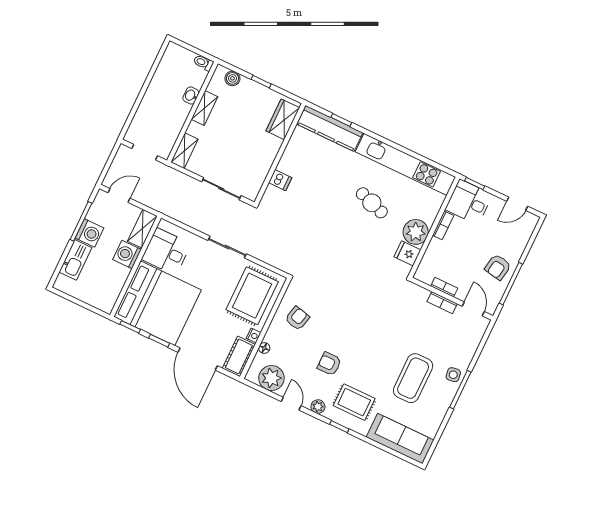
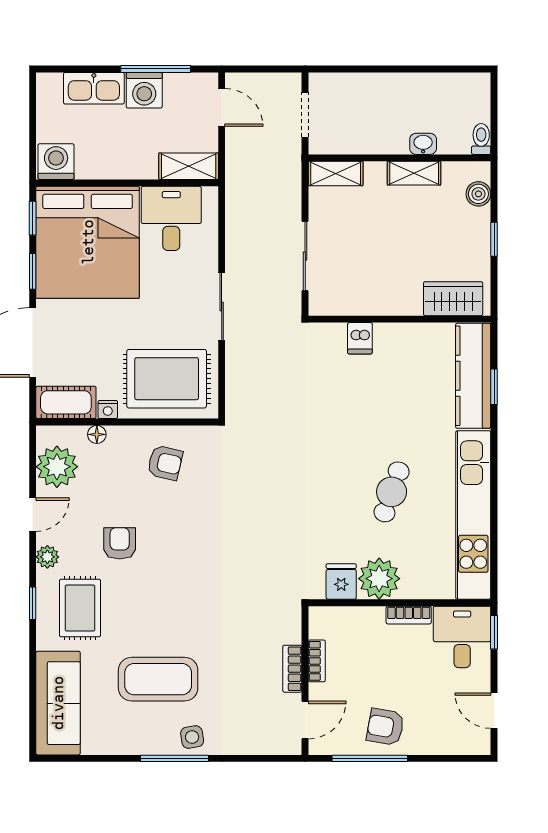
washing machine: (127, 255) -> (56, 162), moved

